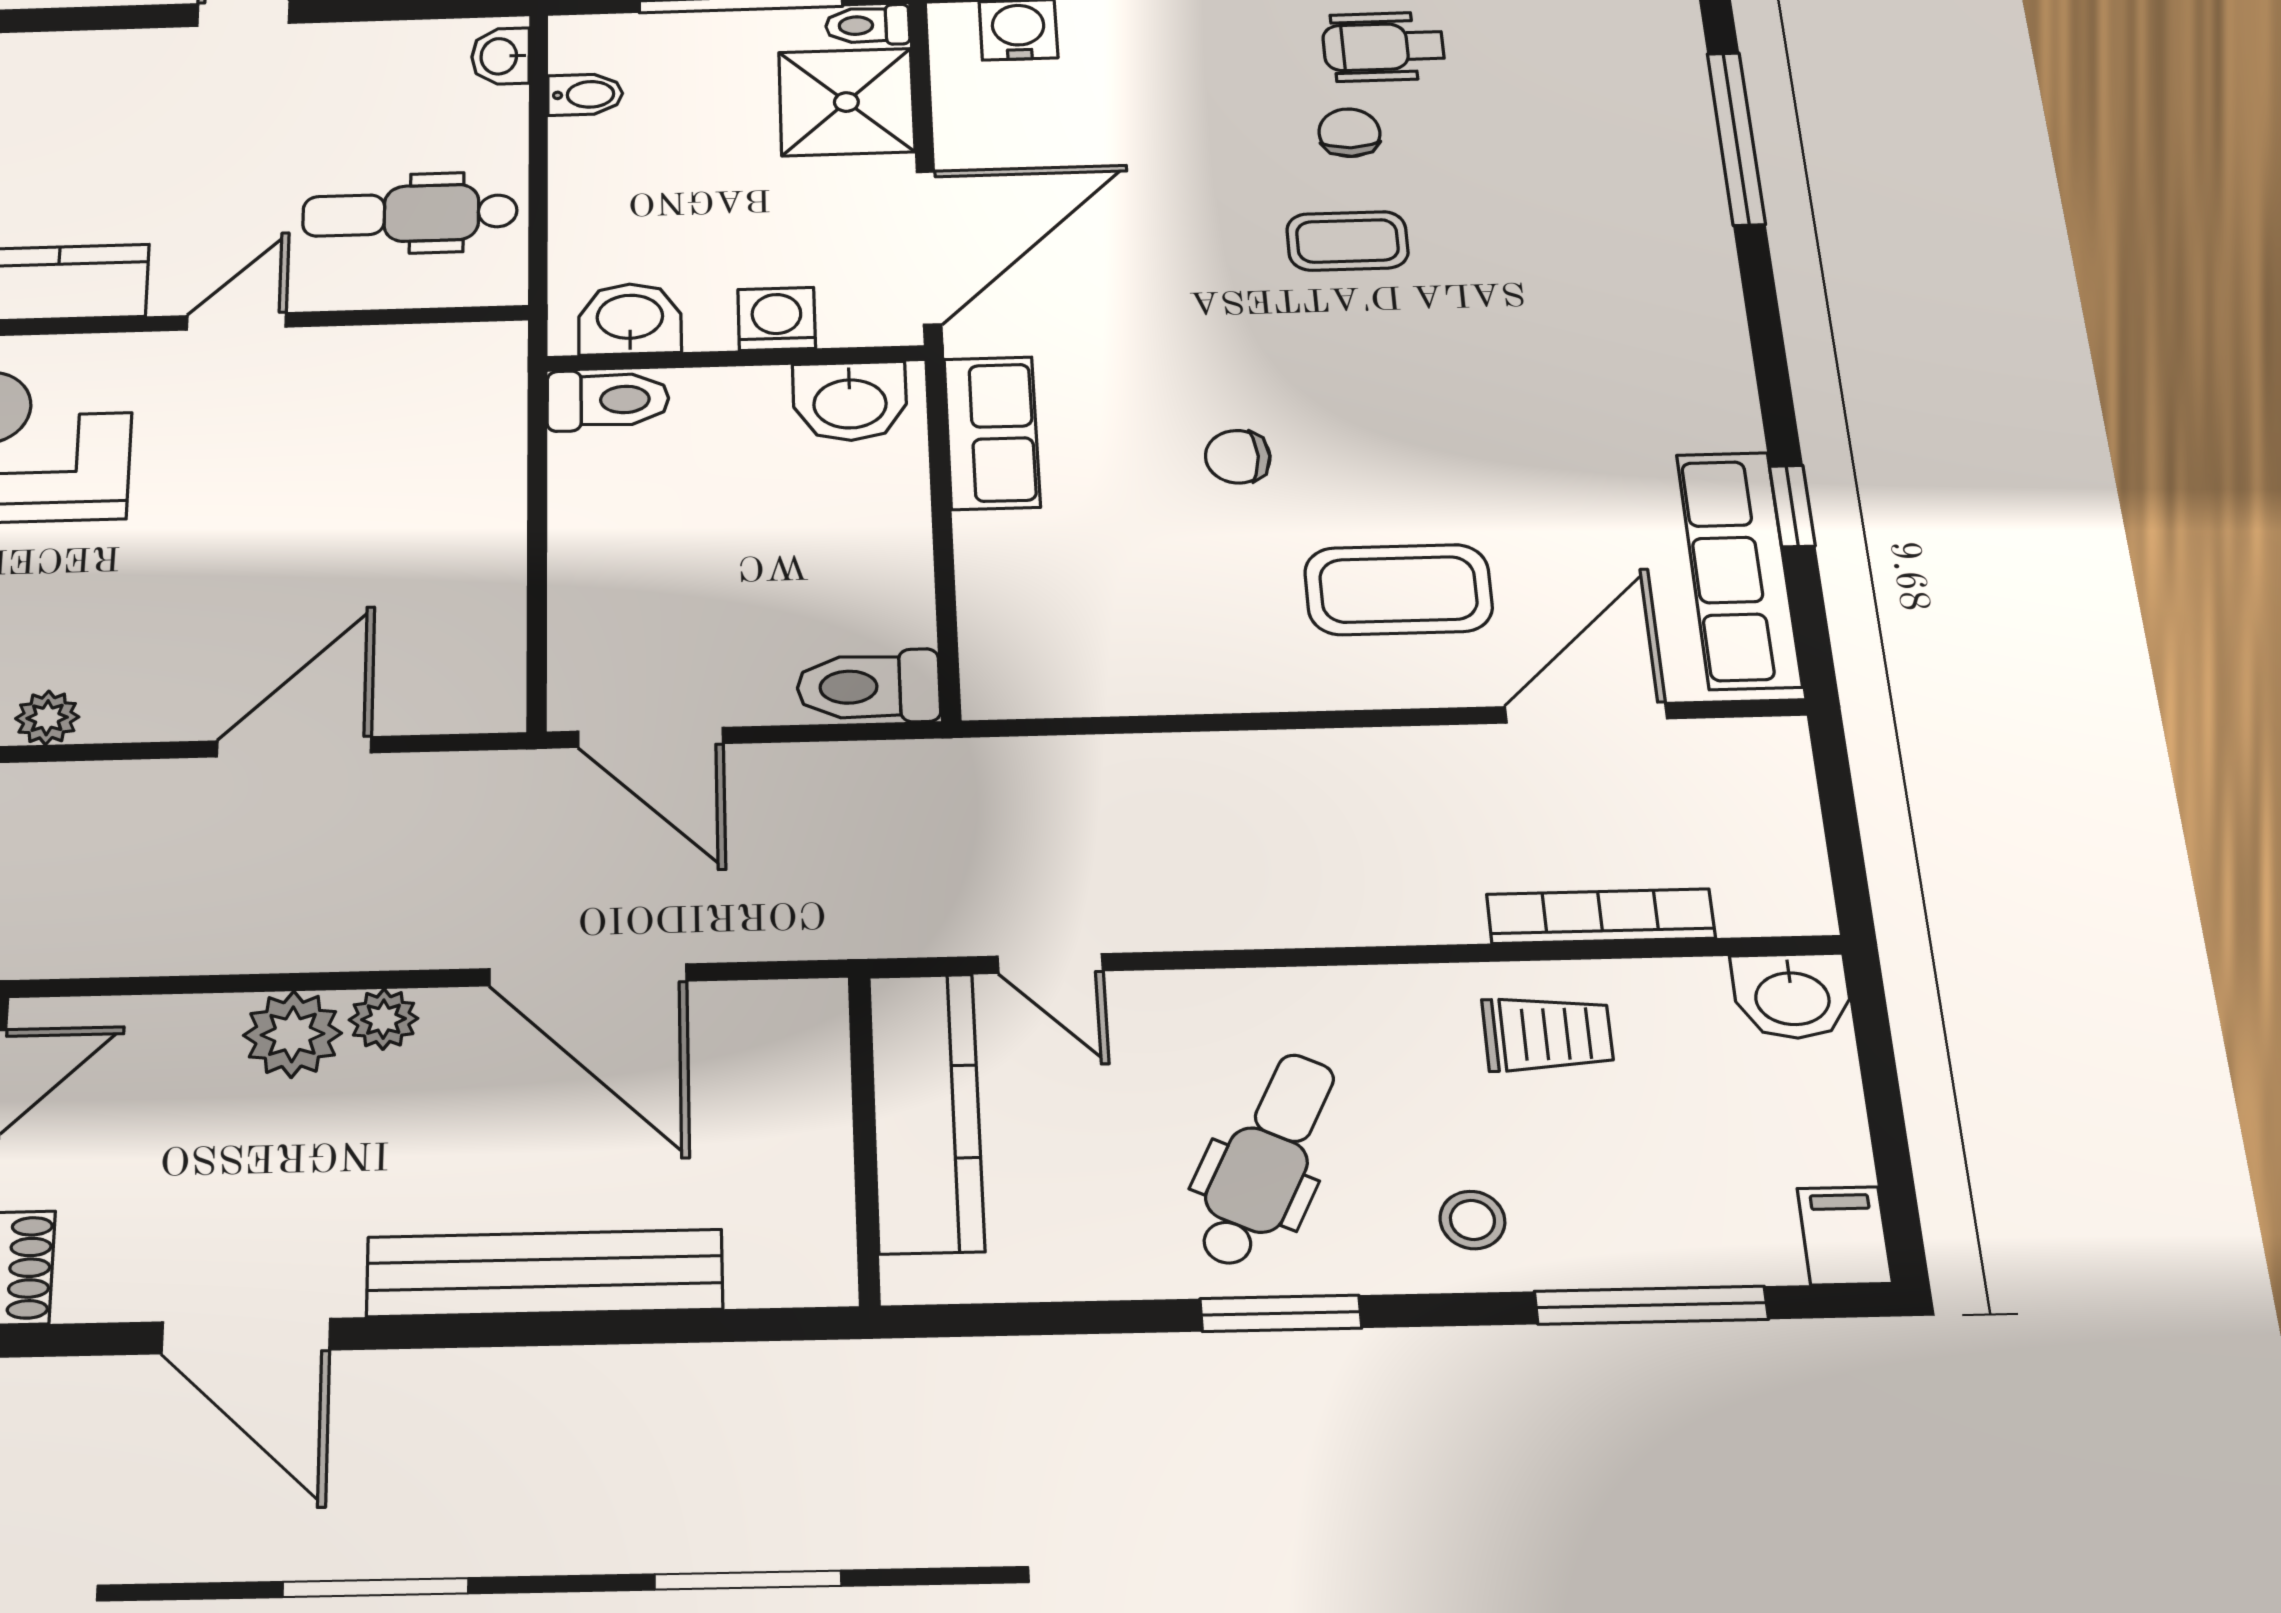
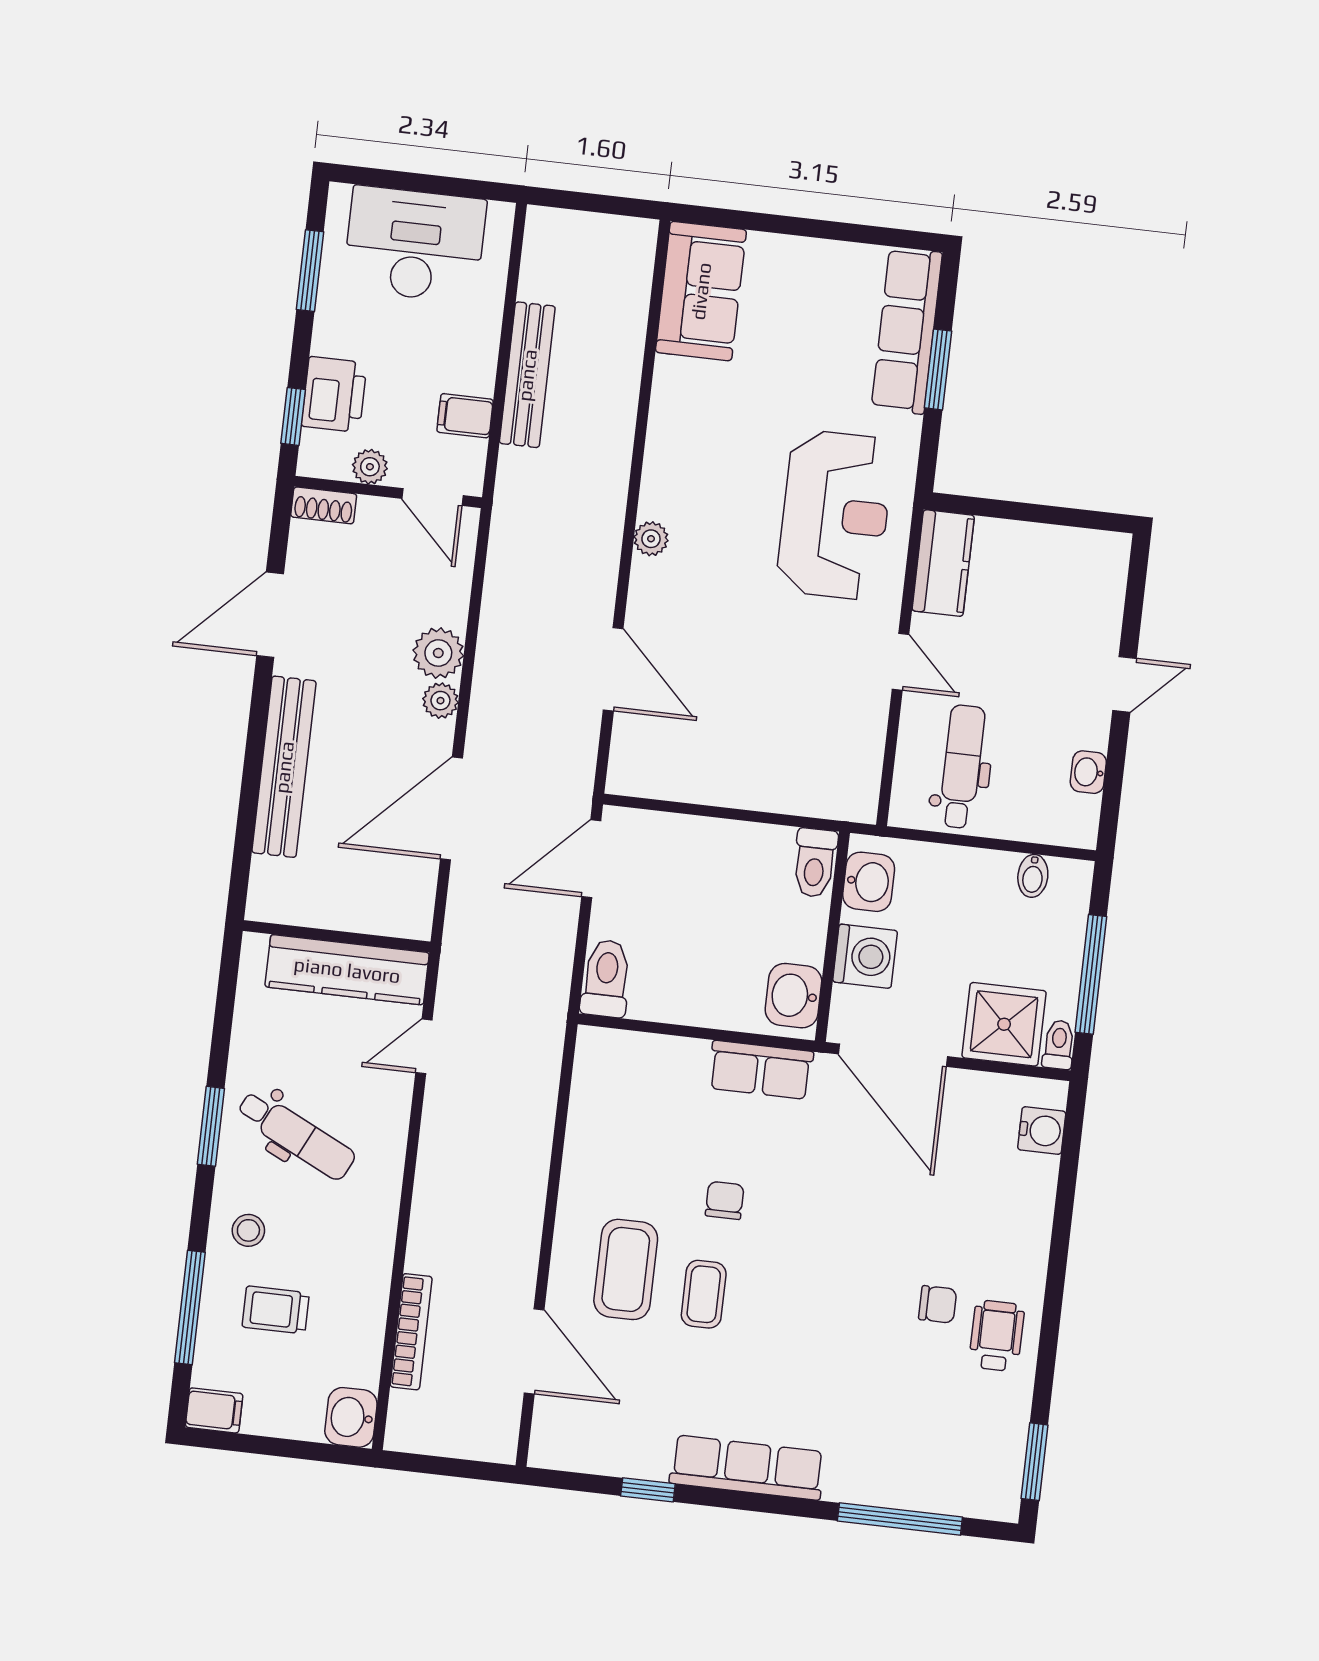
washbasin: (501, 56) -> (1088, 772), moved, turned -90
coffee table: (1347, 241) -> (704, 1294), moved
washing machine: (777, 319) -> (865, 956), width x1.38, depth x1.38
row of seats: (1739, 570) -> (747, 1468), moved
trolley: (1548, 1034) -> (276, 1310), moved, turned 90

